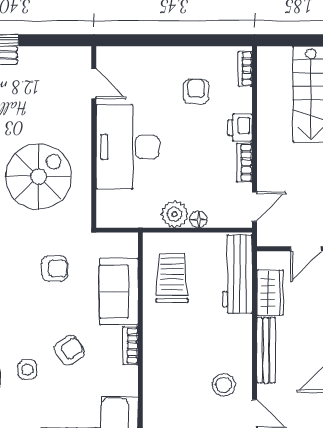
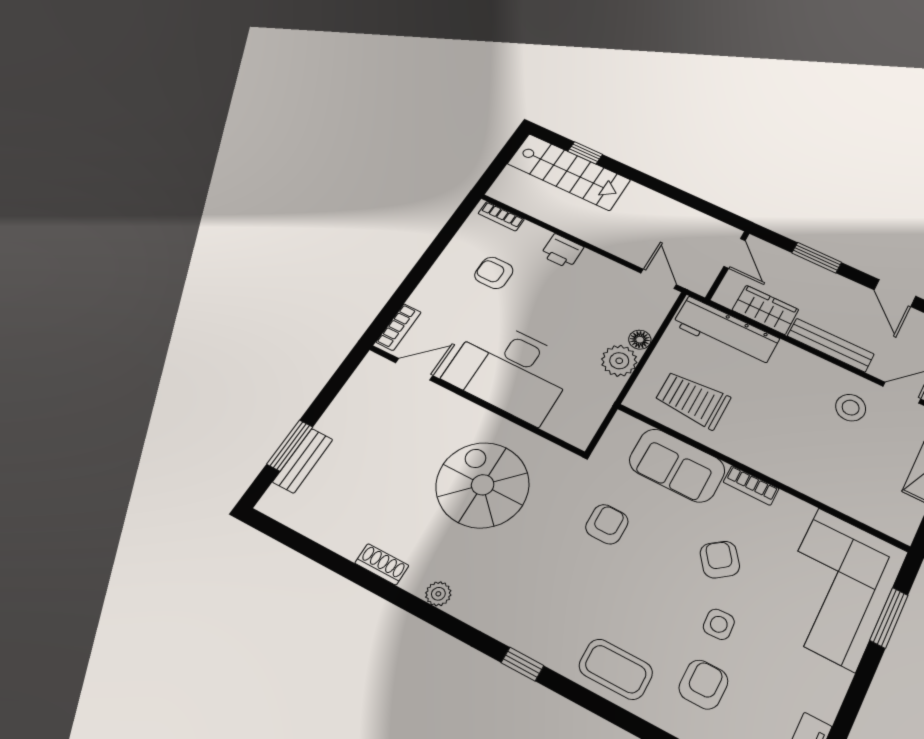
bookcase: (244, 163) -> (399, 327), moved, turned -90

